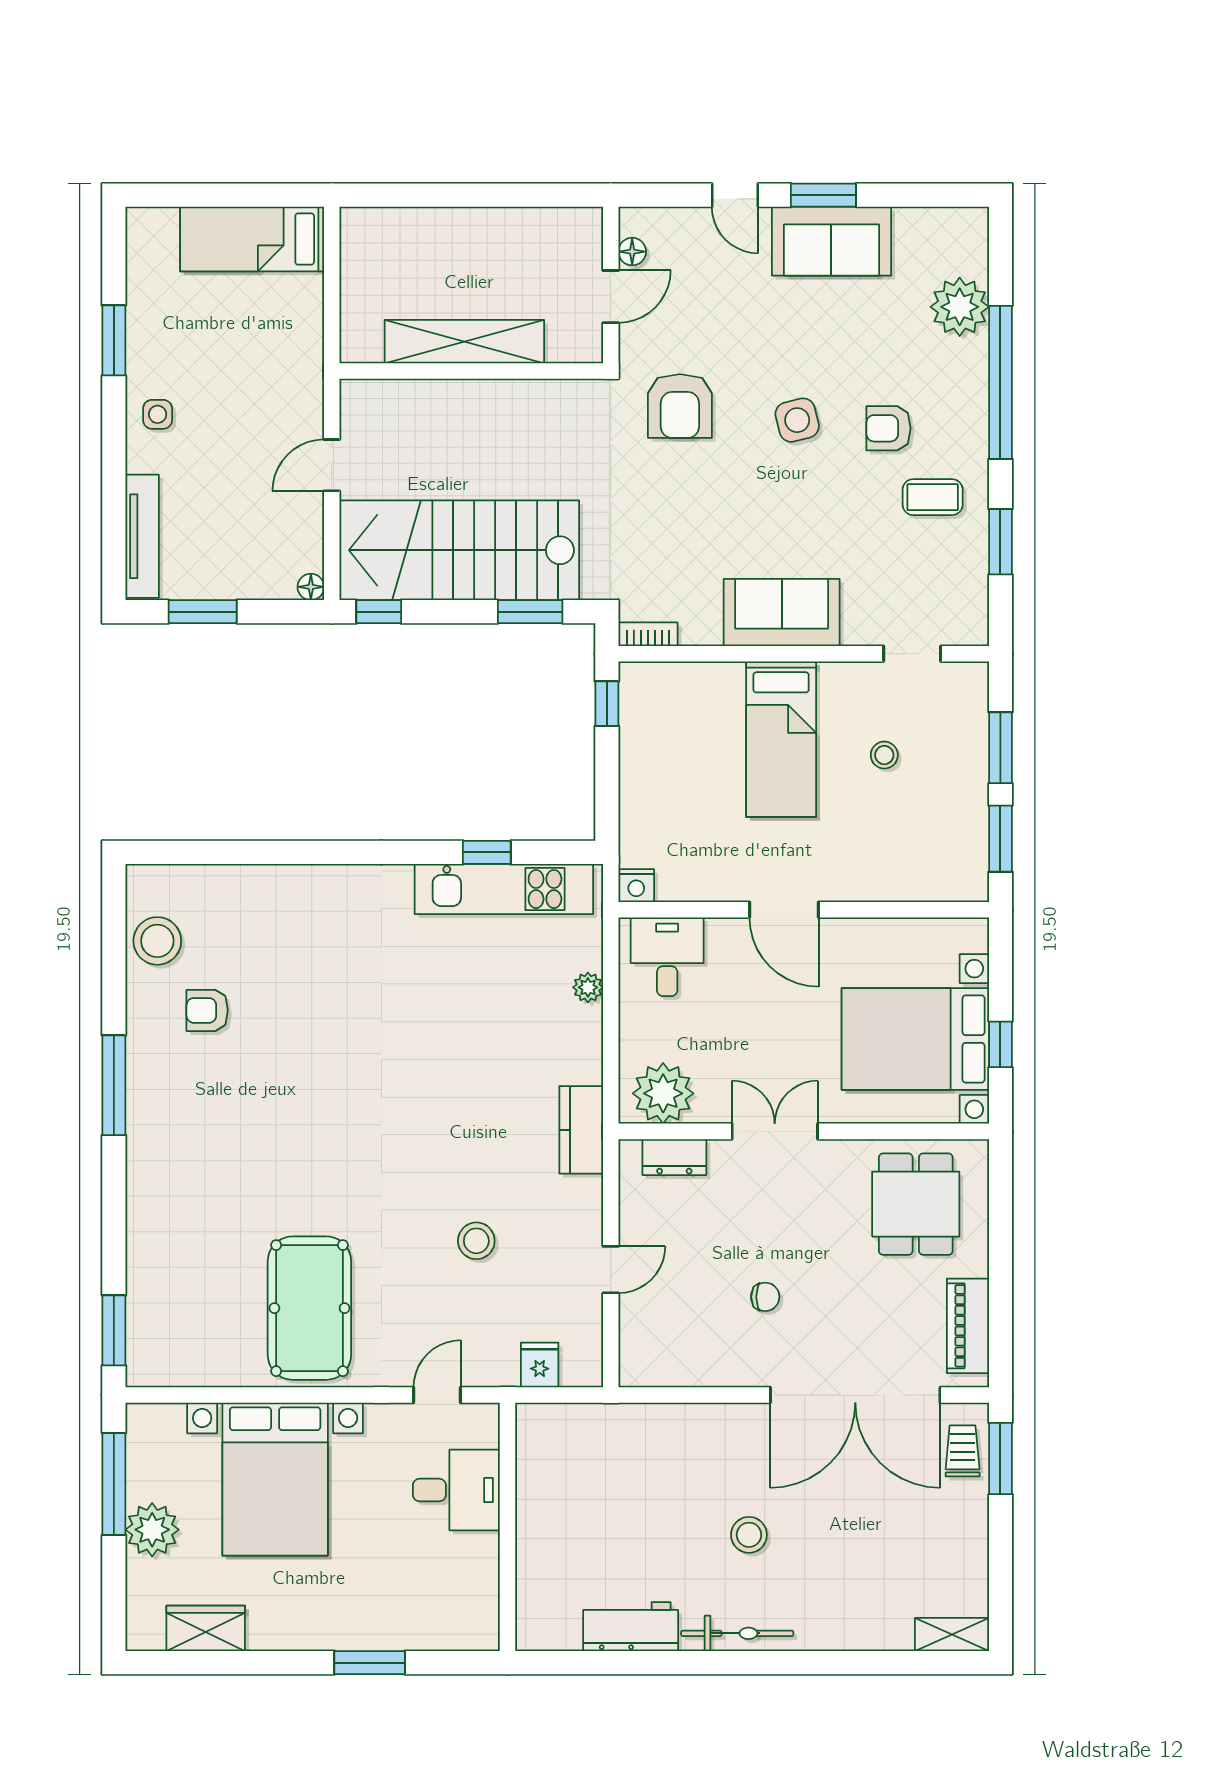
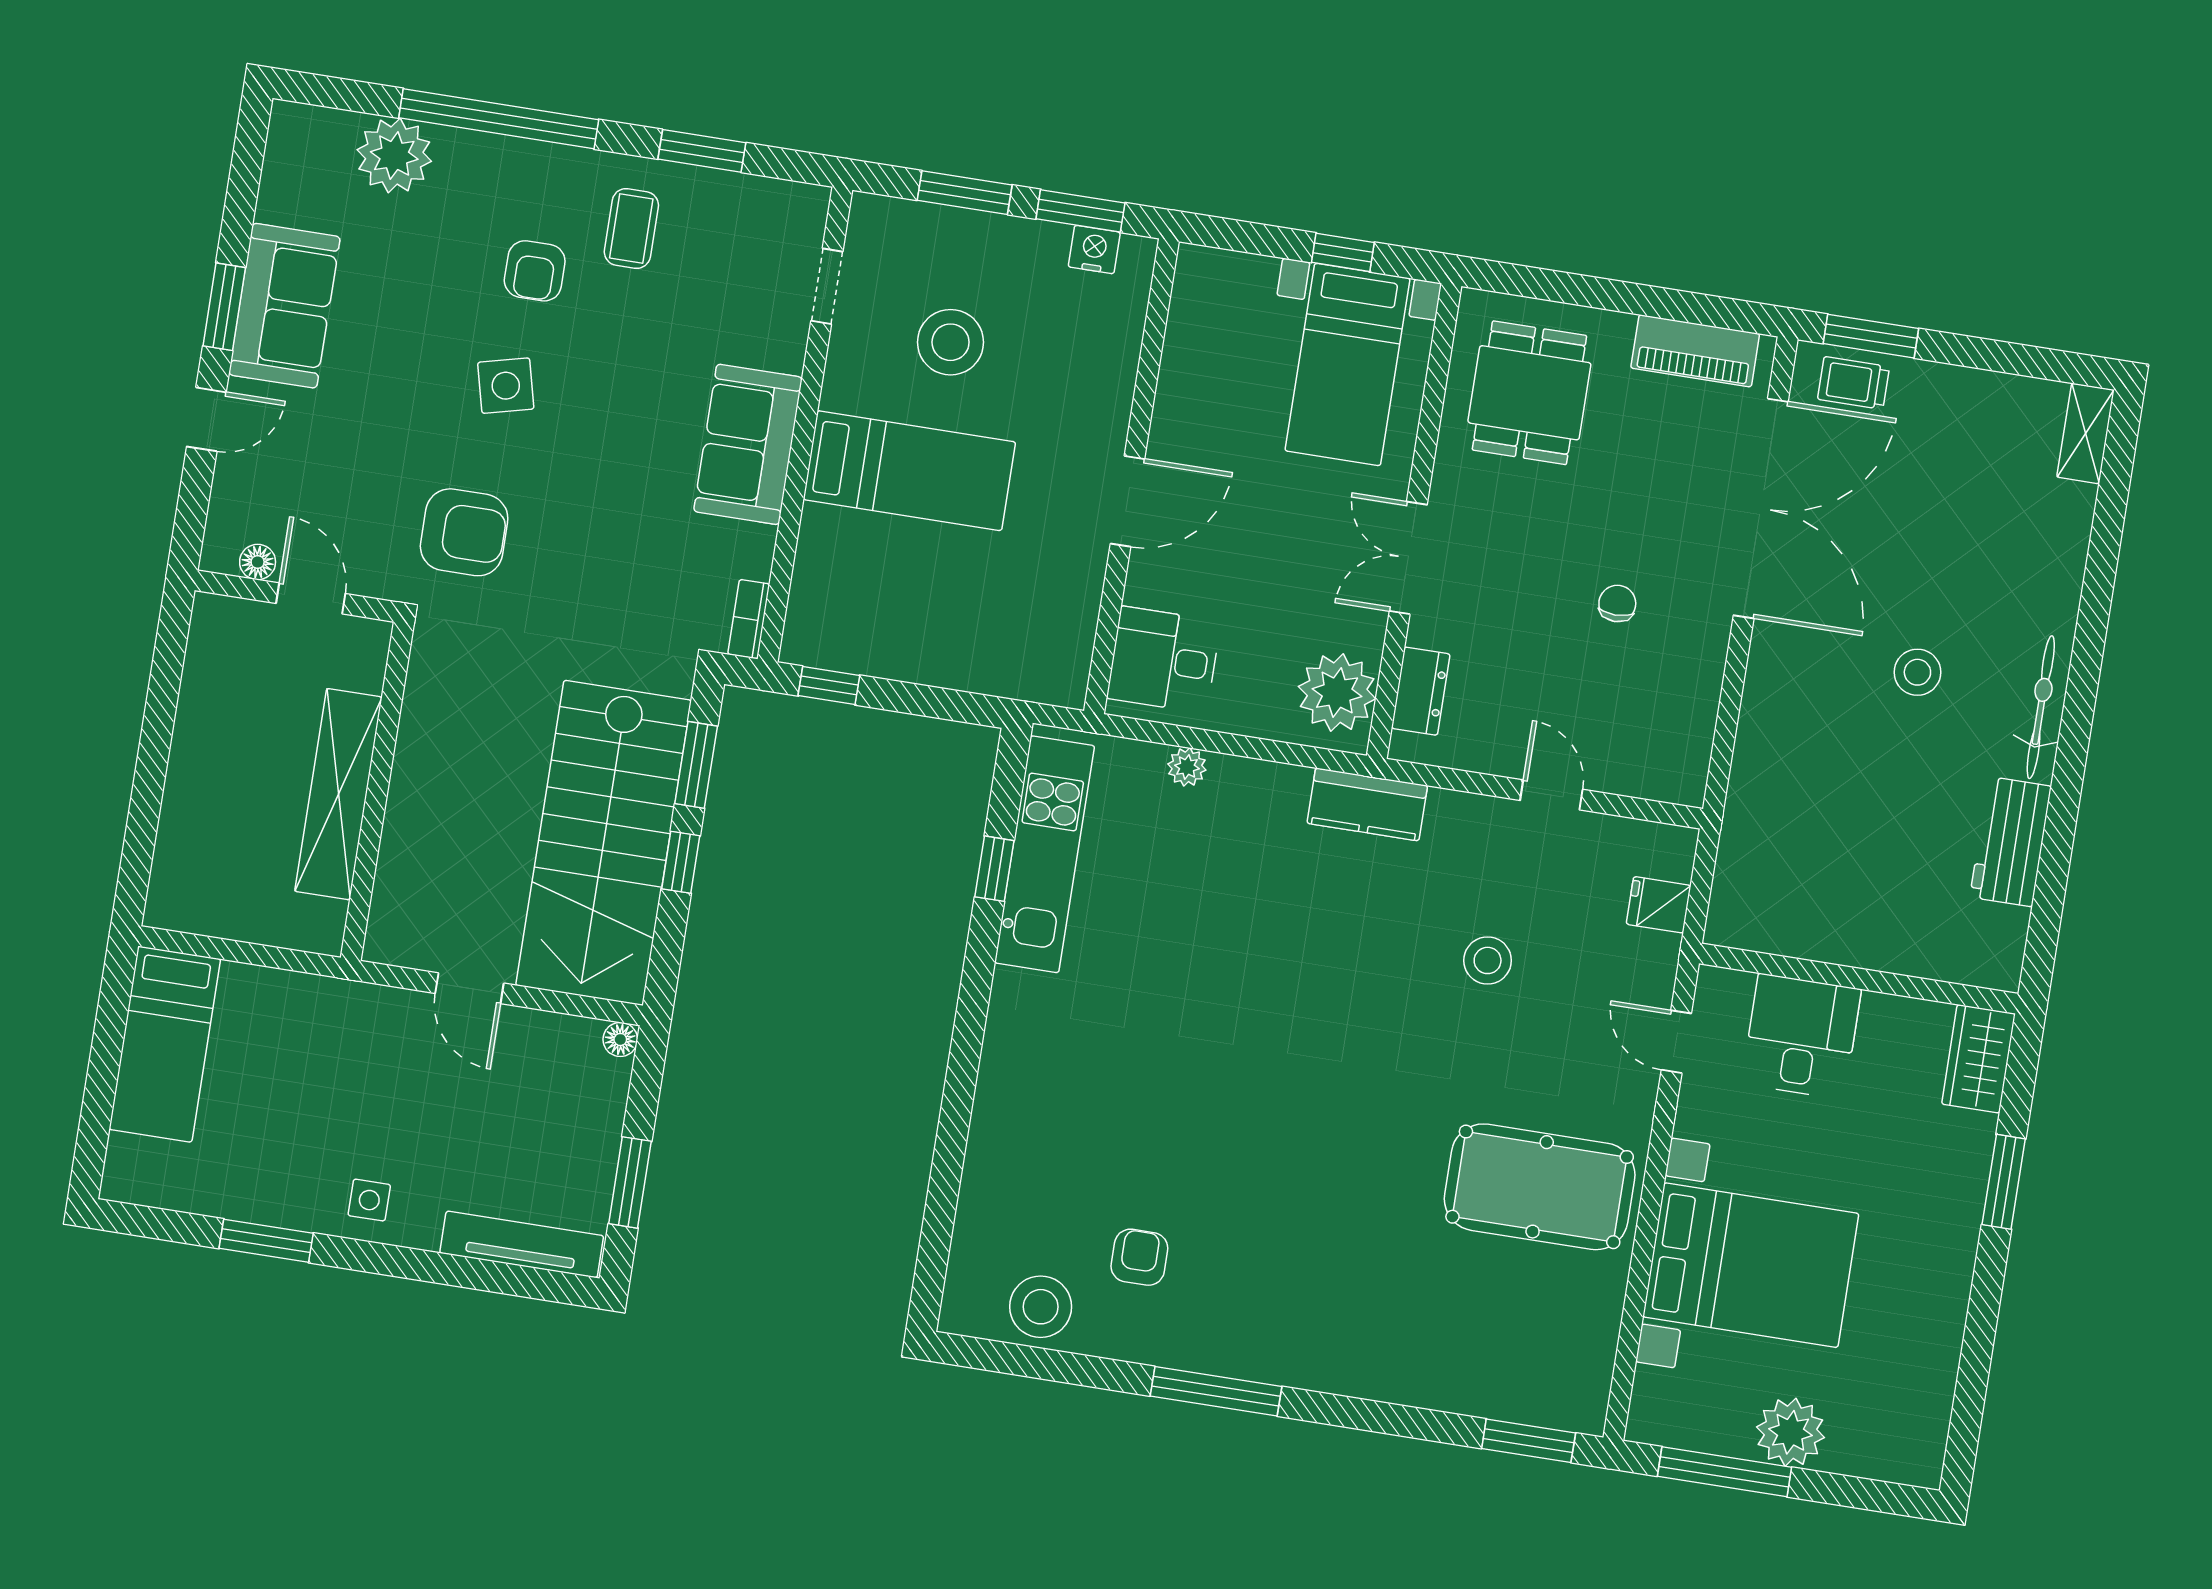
window: (379, 612) -> (681, 862), moved
stool: (884, 755) -> (951, 342), width x1.89, depth x1.89
nightstand: (636, 886) -> (1094, 250), moved, turned -90
armchair: (207, 1010) -> (1139, 1257), turned 180
bed with nightstands: (915, 1039) -> (1347, 365), width x0.73
dining table: (916, 1204) -> (1529, 393), turned 90
wardrobe: (206, 1628) -> (1979, 1059), moved

